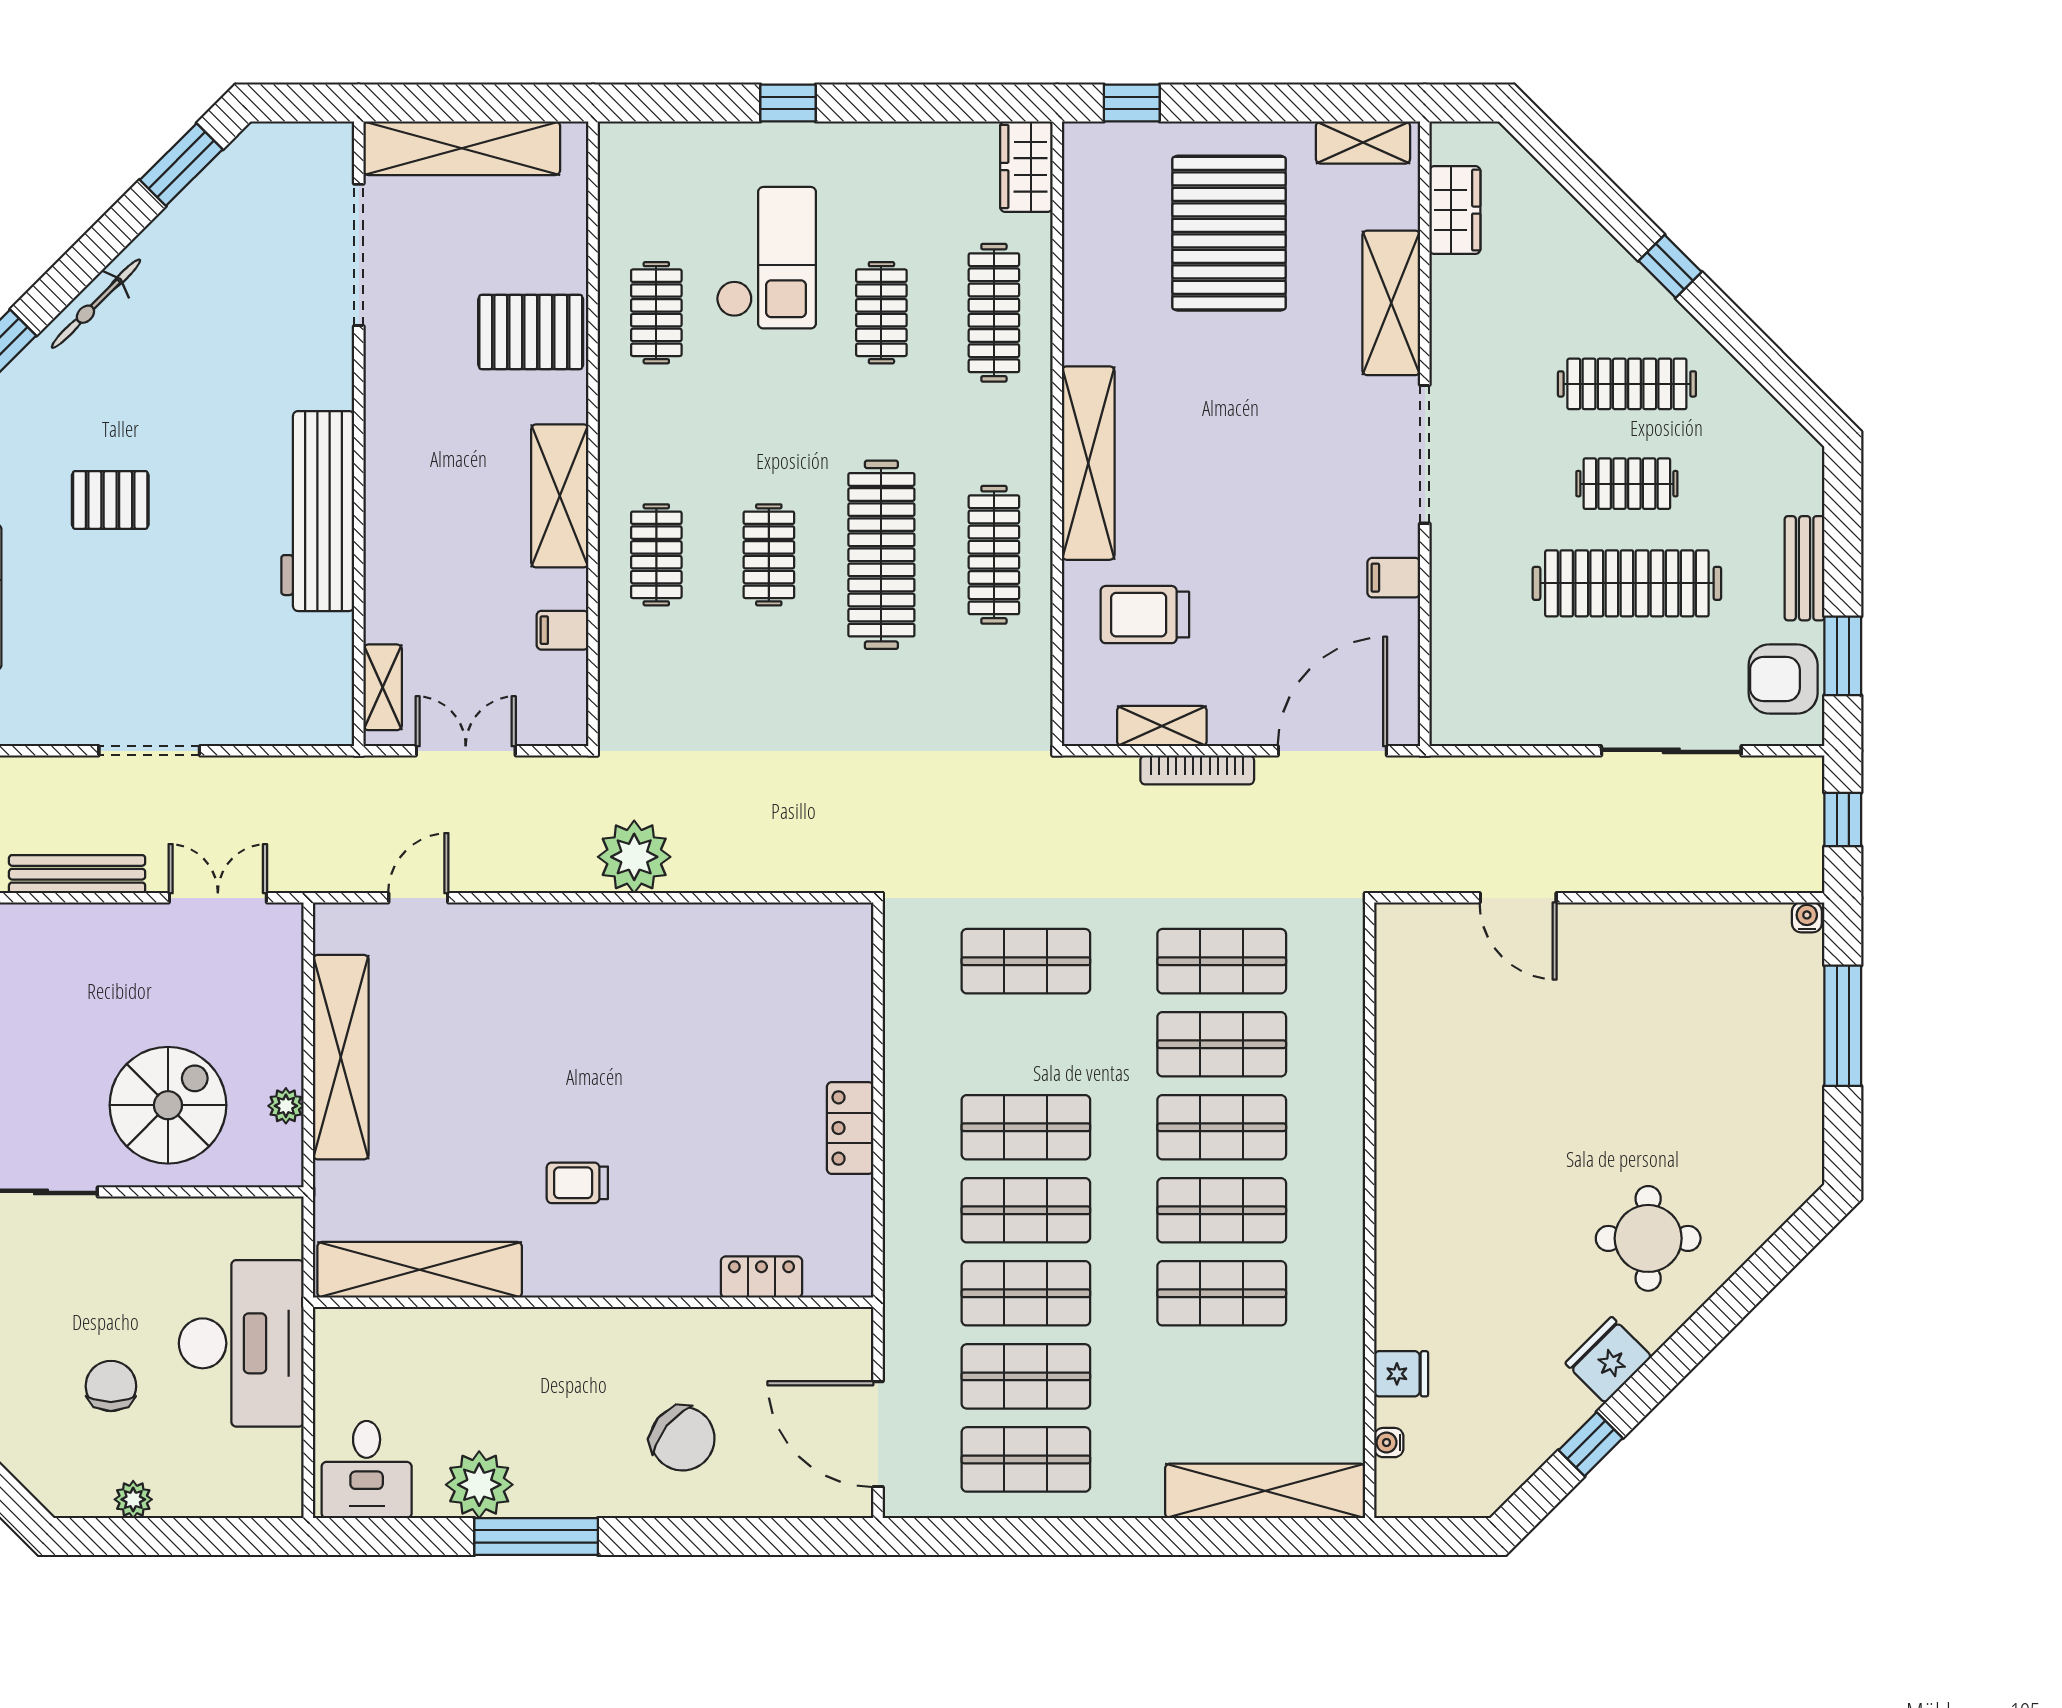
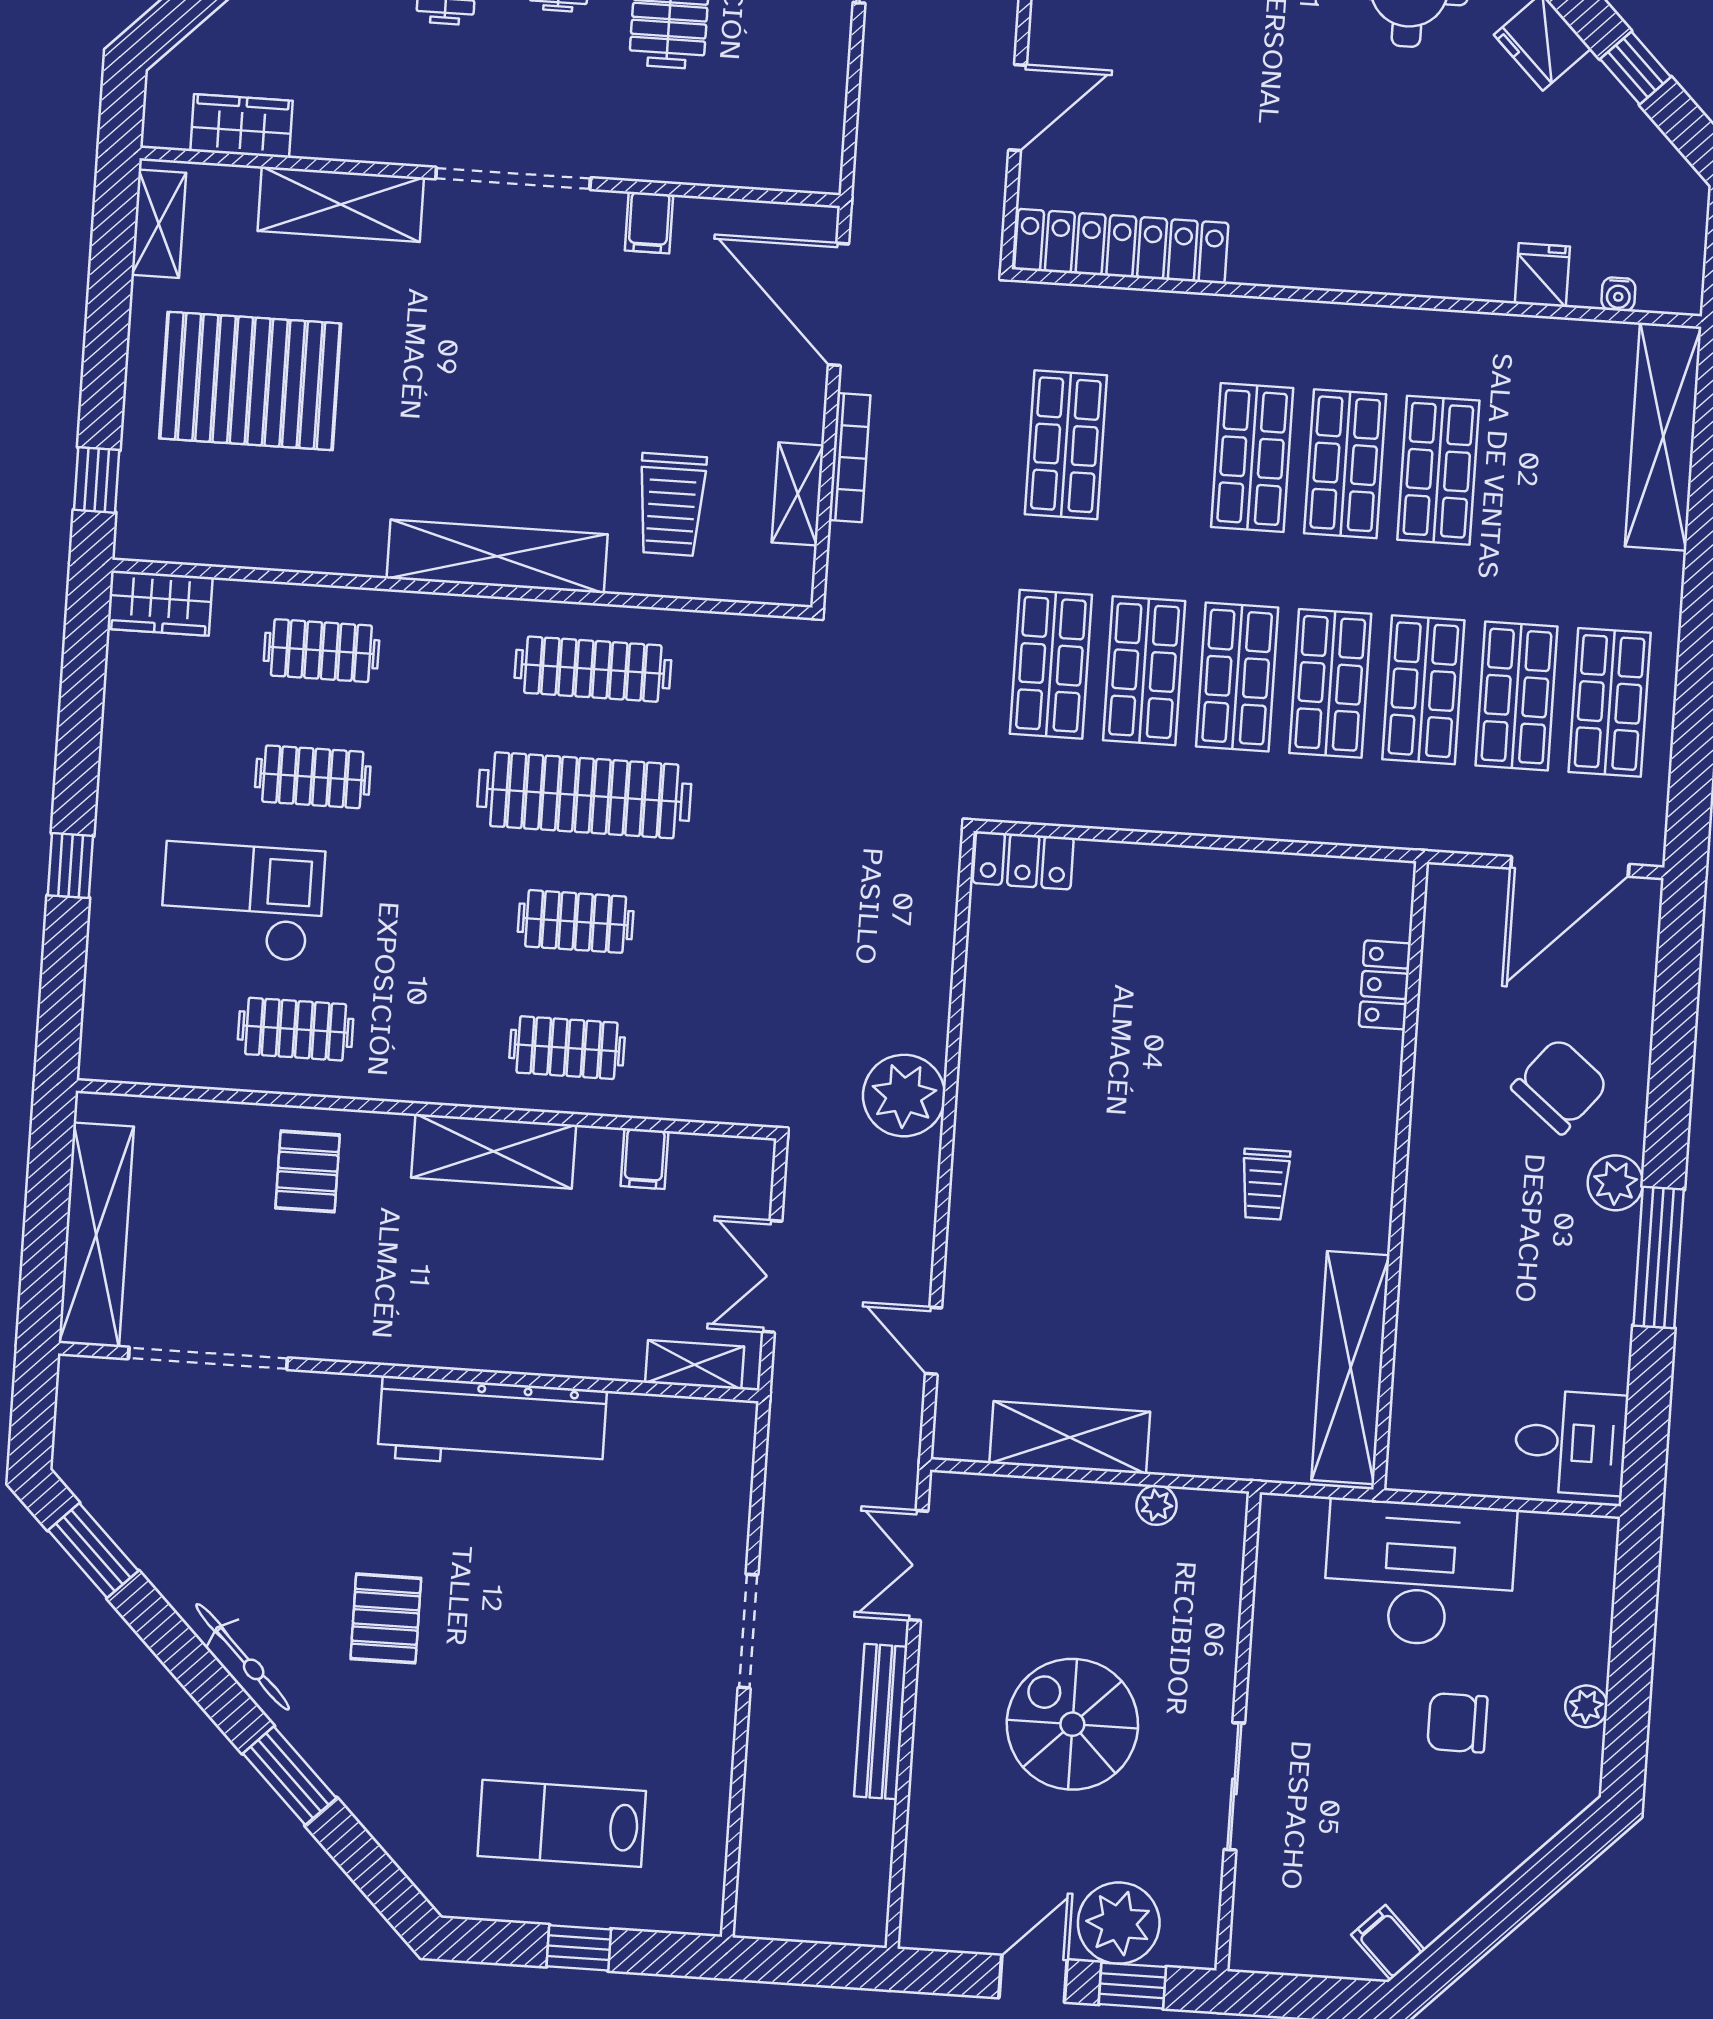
clothes rail: (994, 313) -> (321, 651), width x0.73
pallet: (531, 332) -> (308, 1171), width x0.67, depth x0.71
pallet: (110, 500) -> (386, 1618), moved
locker: (1401, 998) -> (1121, 246), added
shop shelf: (1222, 1044) -> (1144, 671), moved
shelving: (341, 1057) -> (1070, 1437), width x0.68
spiral stairs: (168, 1105) -> (1072, 1724), moved
locker: (850, 1128) -> (1023, 860), moved
plant: (479, 1485) -> (1615, 1183), moved, width x0.73, depth x0.73

